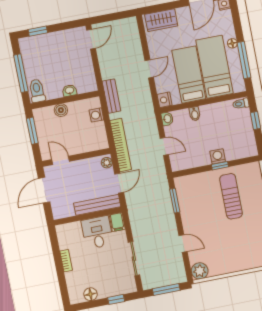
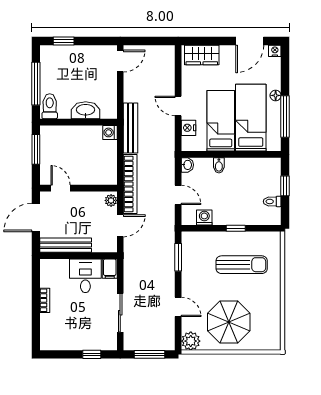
door: (149, 69) -> (178, 106), swing flipped
washbasin: (70, 91) -> (86, 110), width x1.91, depth x1.45
bench: (111, 96) -> (131, 128), width x1.36
nightstand: (165, 100) -> (188, 128), moved
toilet: (241, 104) -> (272, 201), moved
boiler: (61, 110) -> (72, 133), removed
washing machine: (96, 115) -> (110, 132), moved
washing machine: (218, 156) -> (204, 217), moved
sun lounger: (231, 196) -> (242, 265), turned 90
bench: (97, 205) -> (66, 245), moved
parasol: (229, 248) -> (229, 322), added
floor lamp: (91, 294) -> (64, 343), removed

